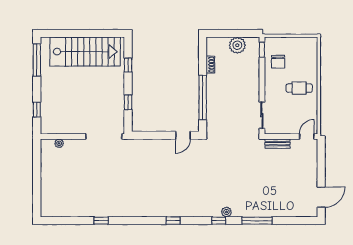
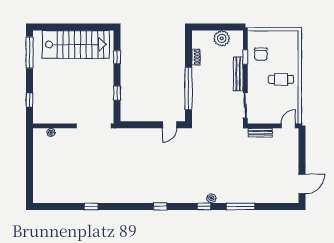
window: (262, 50) -> (245, 57), moved
bench: (255, 82) -> (238, 74), added

